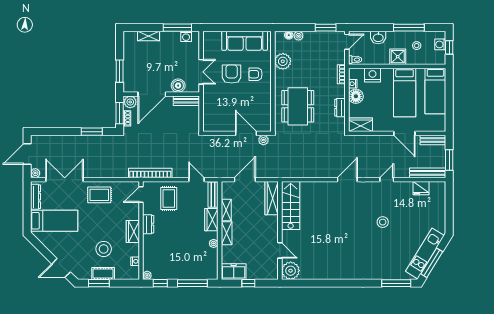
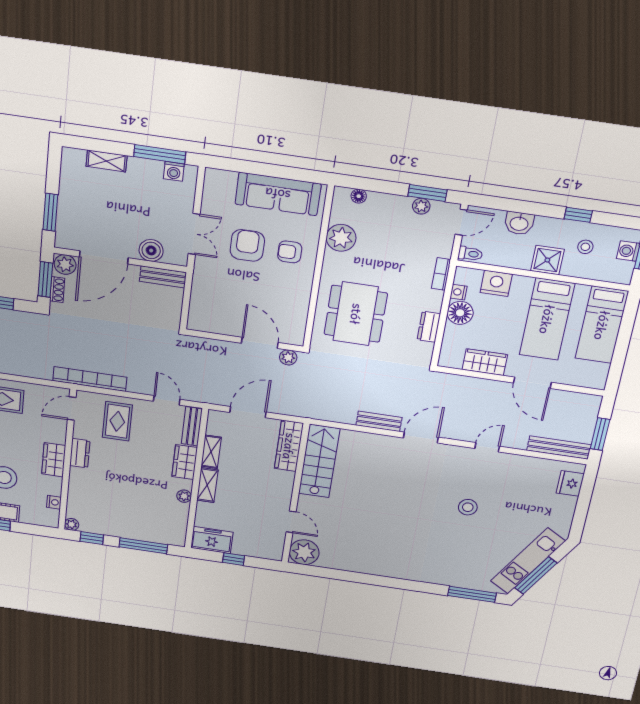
window: (409, 28) -> (578, 215), width x0.46
plant: (299, 36) -> (421, 206), moved
wardrobe: (360, 125) -> (485, 362), moved
bench: (433, 140) -> (379, 421), moved
fridge: (421, 188) -> (570, 483), moved, turned 90

